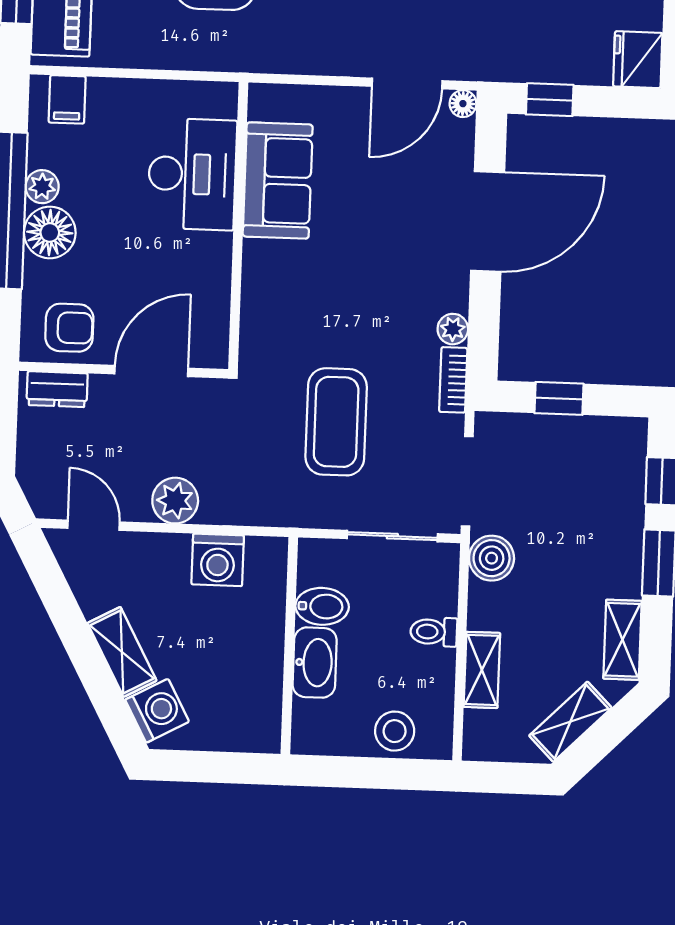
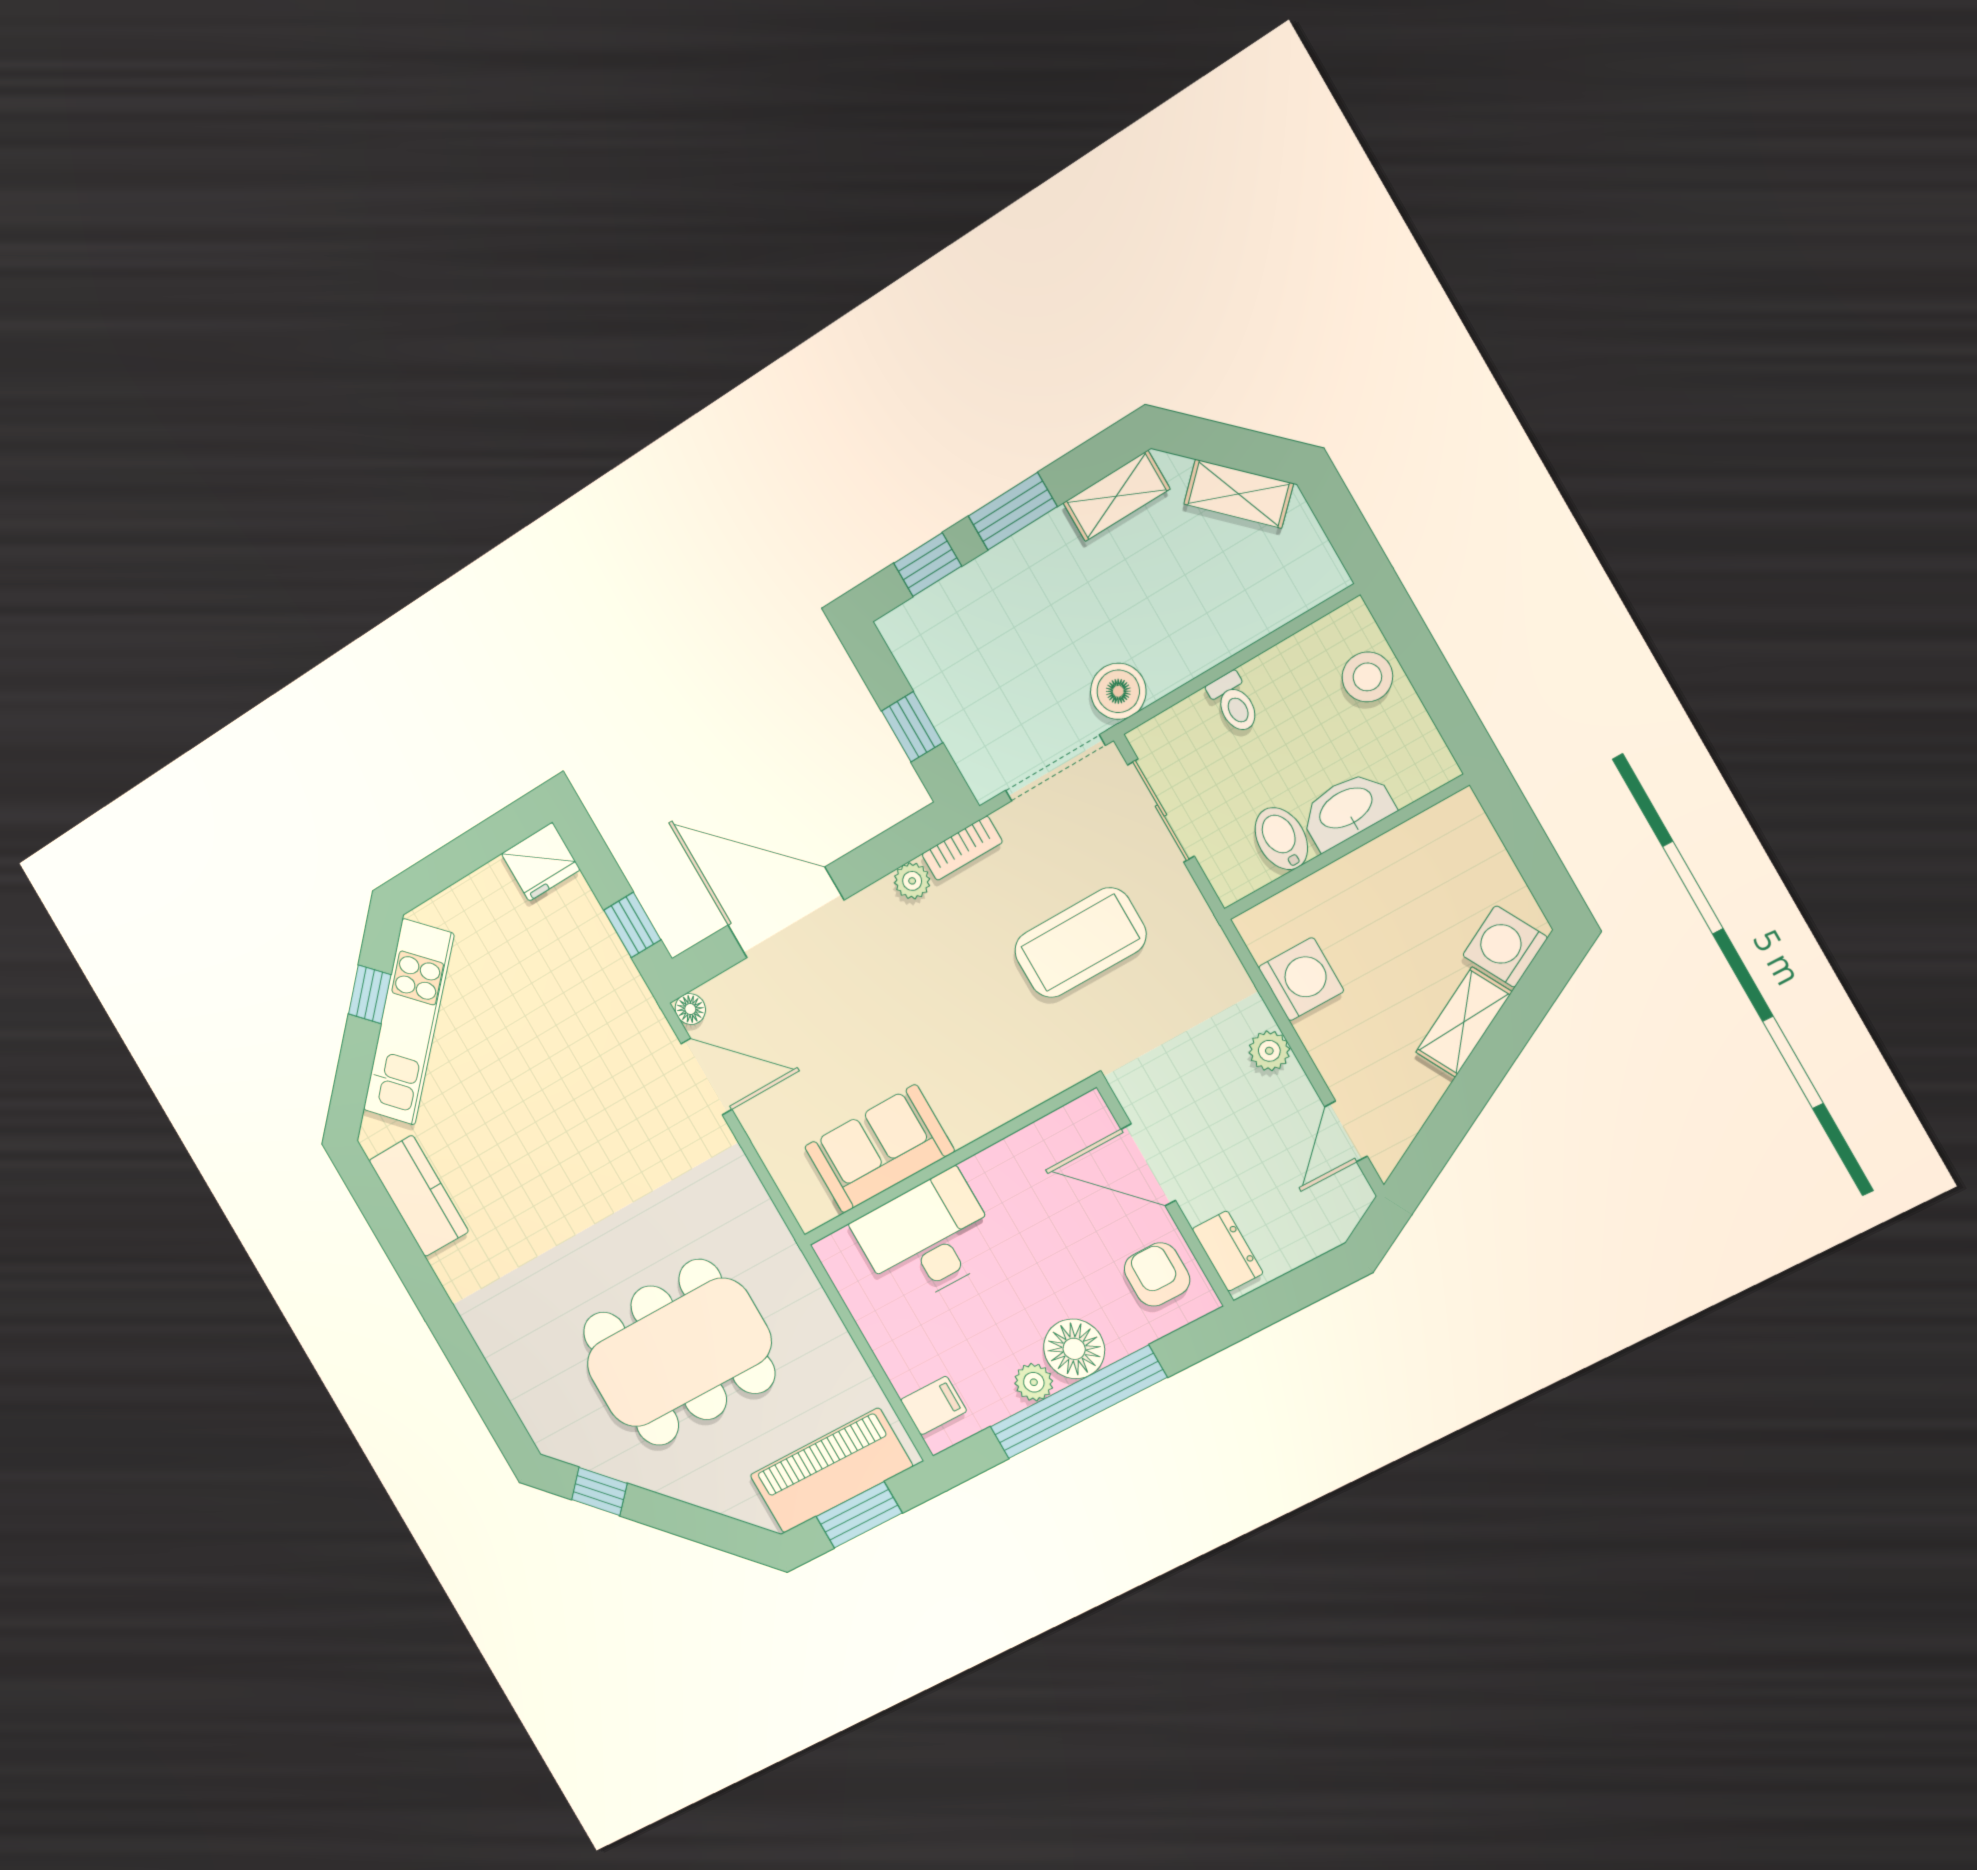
plant: (175, 501) -> (1269, 1051), width x0.73, depth x0.73
shelving: (482, 670) -> (1243, 625), removed

